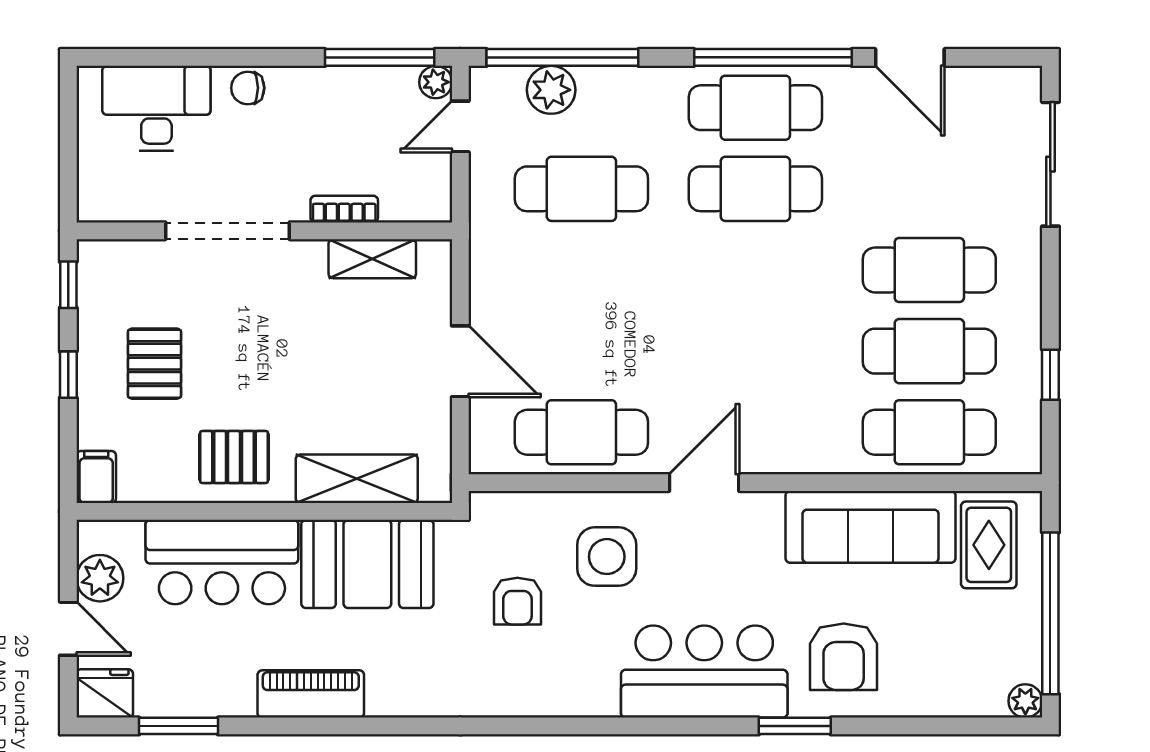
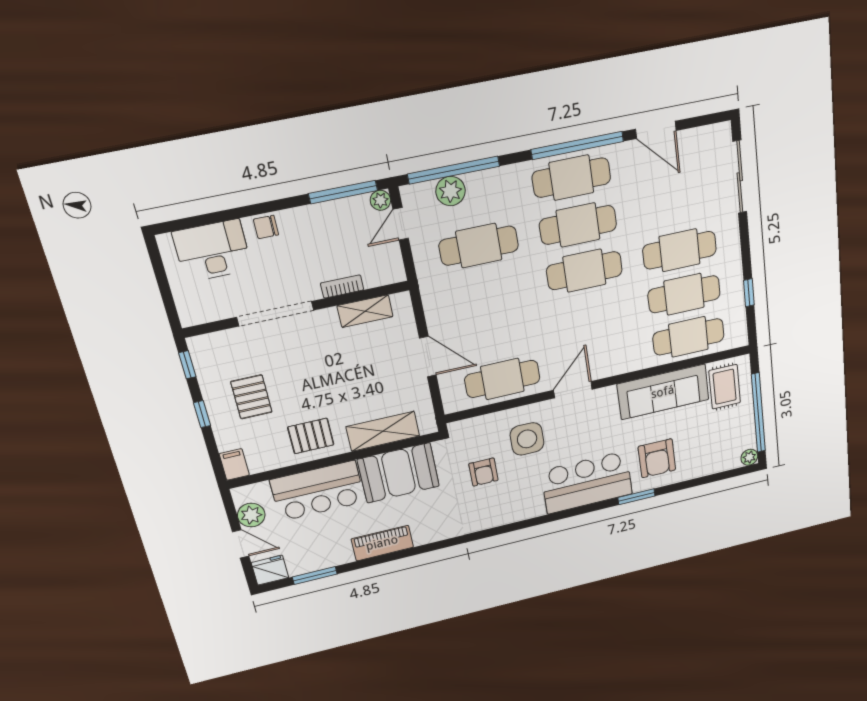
cafe table: (755, 270) -> (584, 271), added

